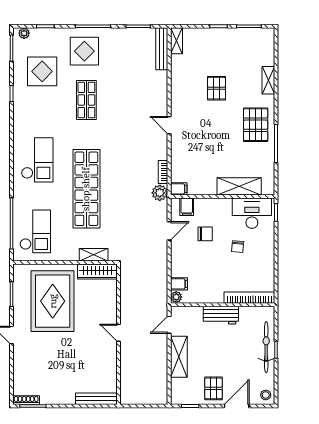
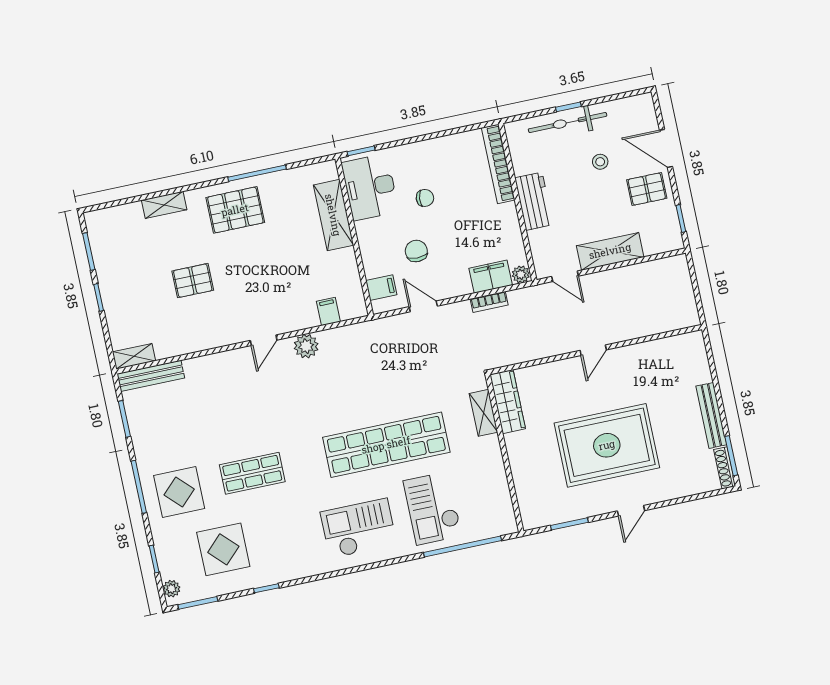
bookcase: (163, 172) -> (489, 302), moved
filing cabinet: (179, 189) -> (328, 311), moved
plant: (160, 193) -> (306, 346), moved
checkout: (35, 231) -> (433, 508), moved, turned -90
filing cabinet: (179, 284) -> (491, 277), width x2.00
rug: (53, 301) -> (607, 445), moved
stool: (266, 395) -> (600, 162), moved
bench: (96, 399) -> (711, 415), moved

